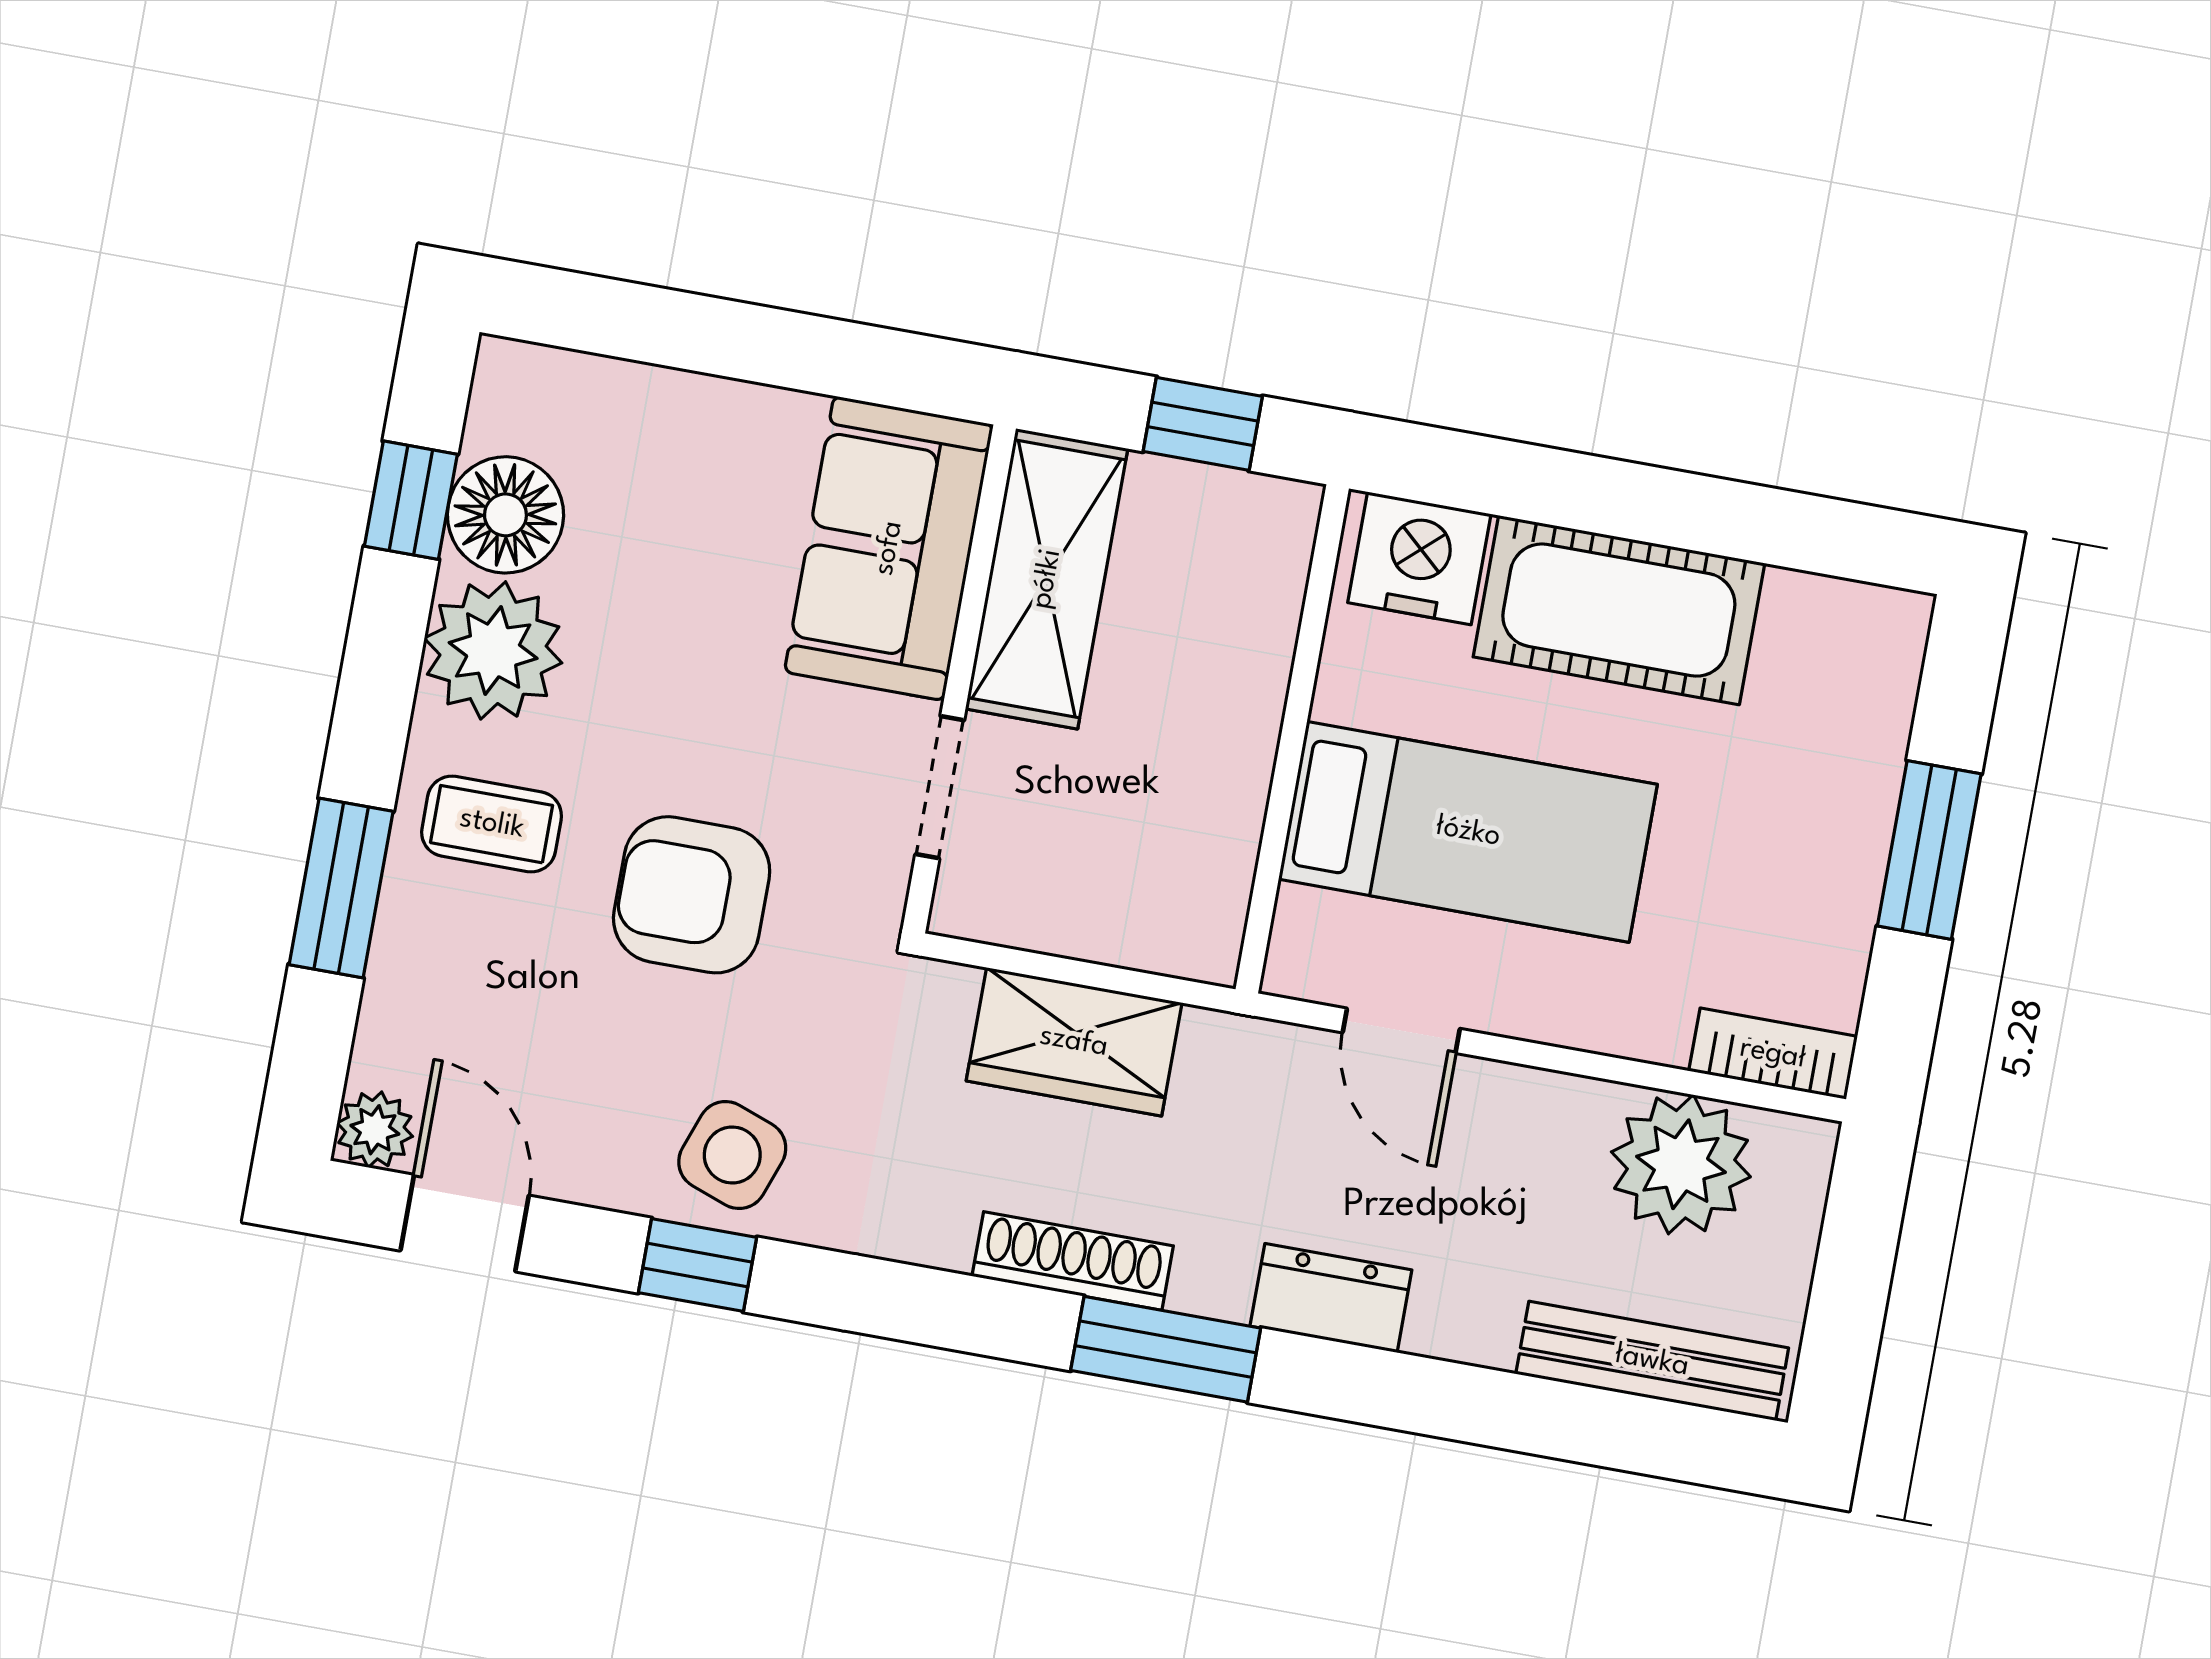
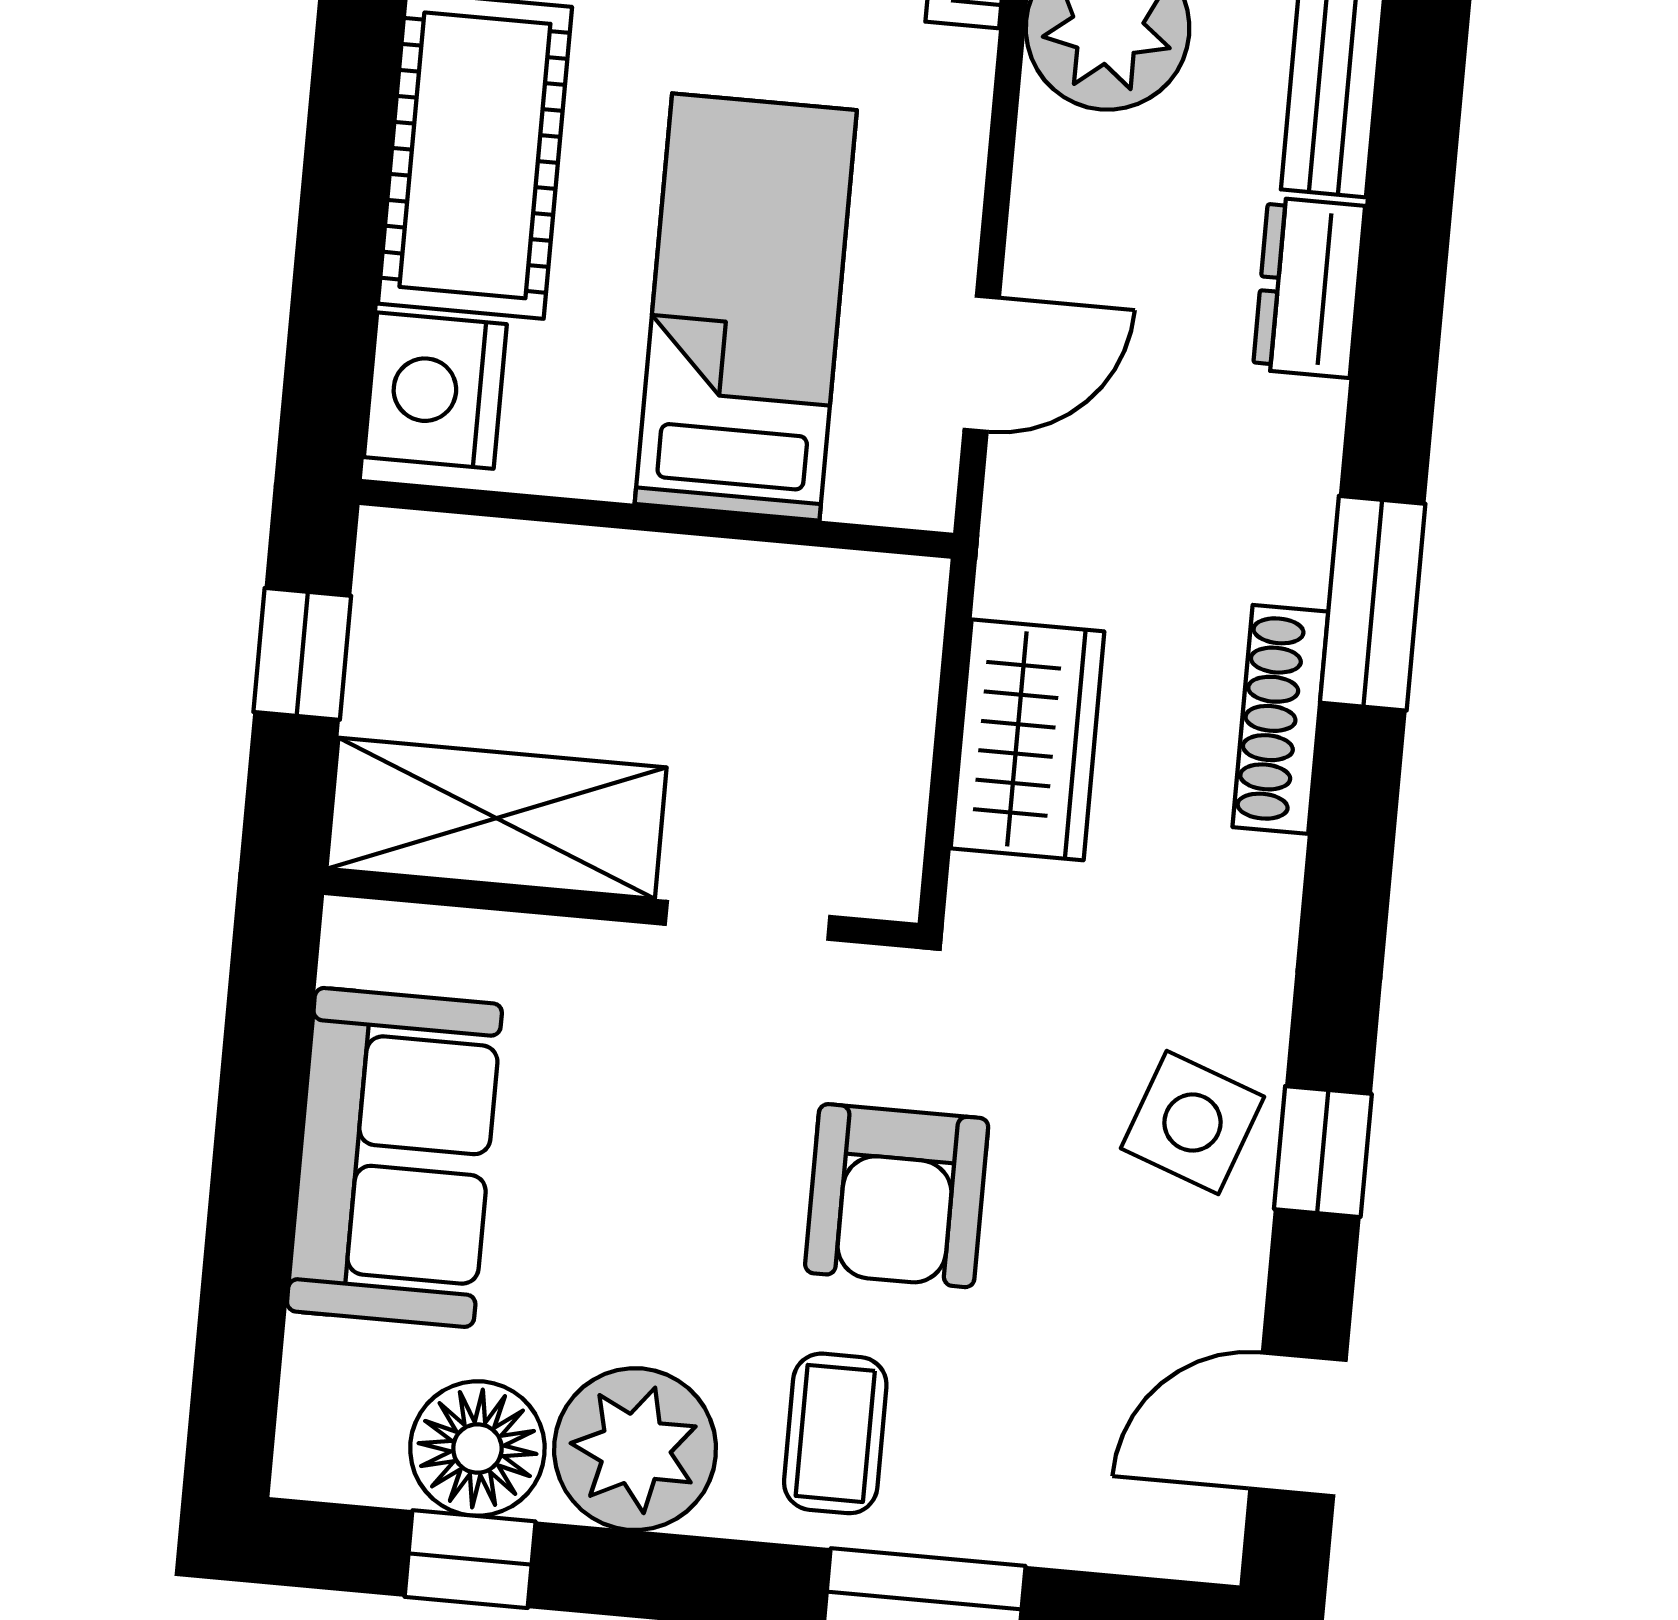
sofa: (889, 548) -> (394, 1157), moved, turned -90
plant: (375, 1130) -> (1199, 1537), removed
dresser: (1331, 1298) -> (1309, 288), moved

